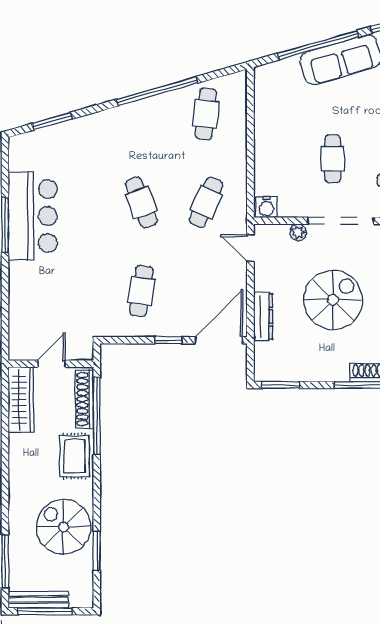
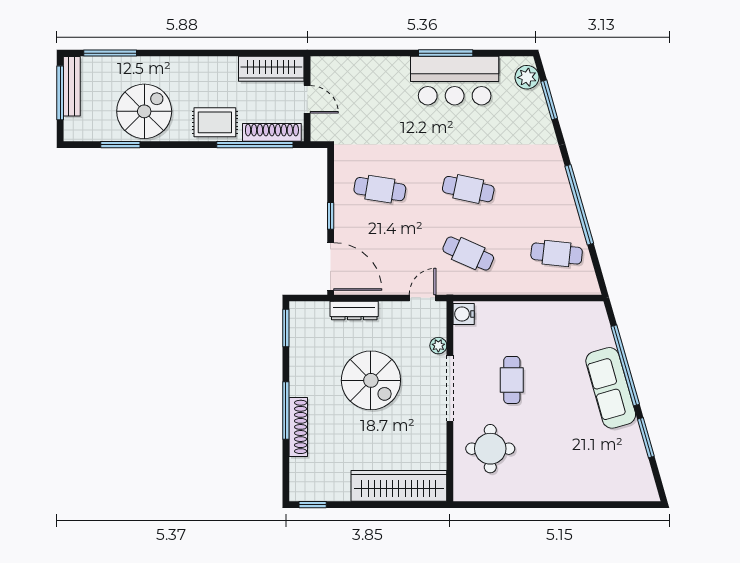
plant: (29, 144) -> (527, 77), added
cafe table: (333, 159) -> (512, 380), turned 90
cafe table: (141, 202) -> (468, 189), turned 33

